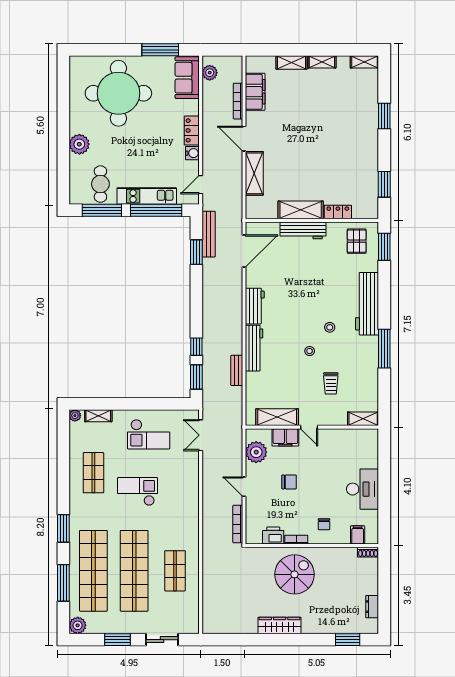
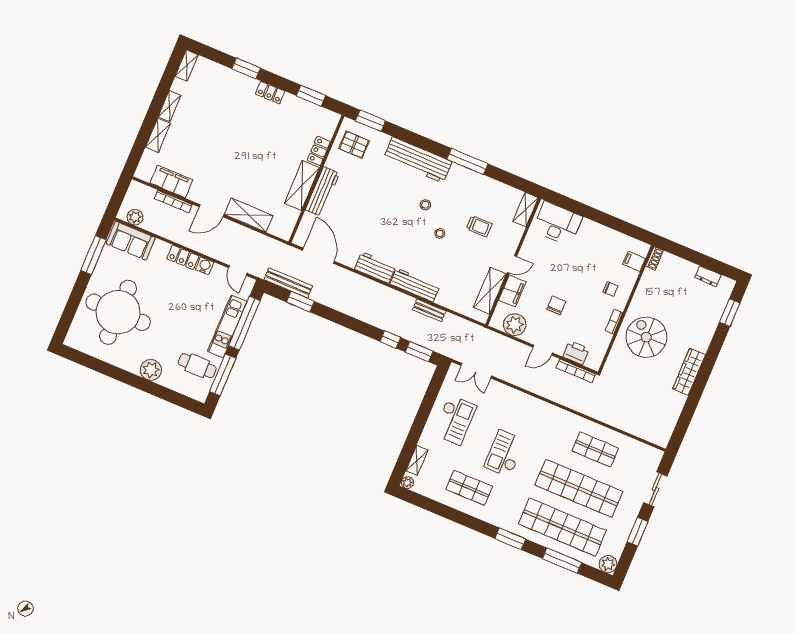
locker: (372, 147) -> (270, 93), added
desk: (363, 489) -> (557, 224), moved
printer: (273, 535) -> (576, 353), moved, turned 90

